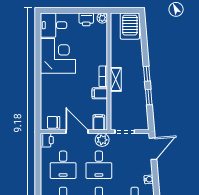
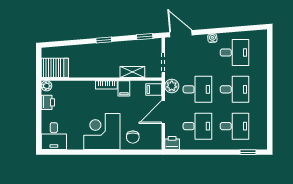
server rack: (130, 26) -> (55, 68), moved
corner desk: (58, 56) -> (102, 132), moved
shelving: (116, 79) -> (132, 72), moved
window: (149, 97) -> (145, 37), moved
chair: (54, 122) -> (133, 137), moved

